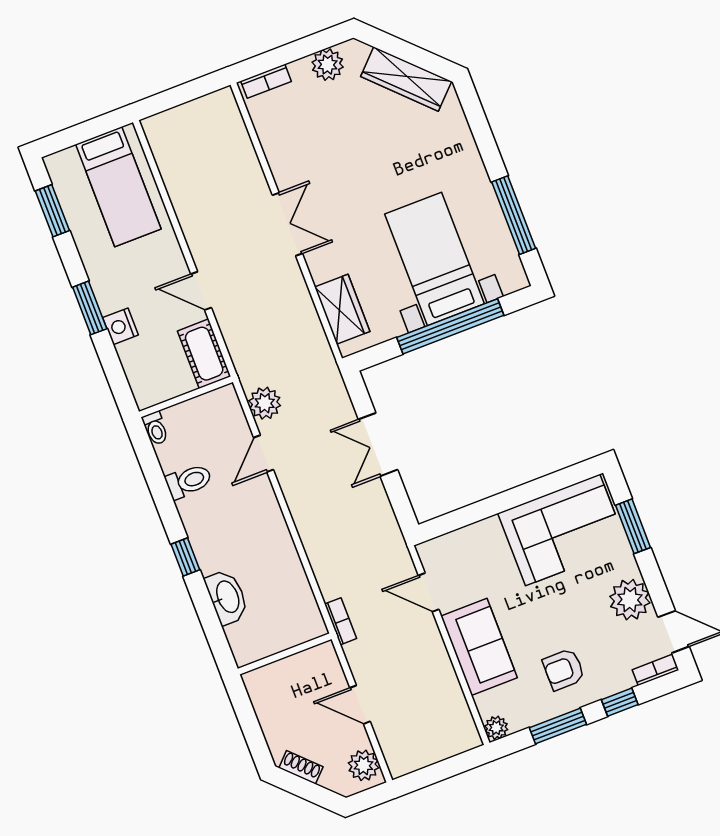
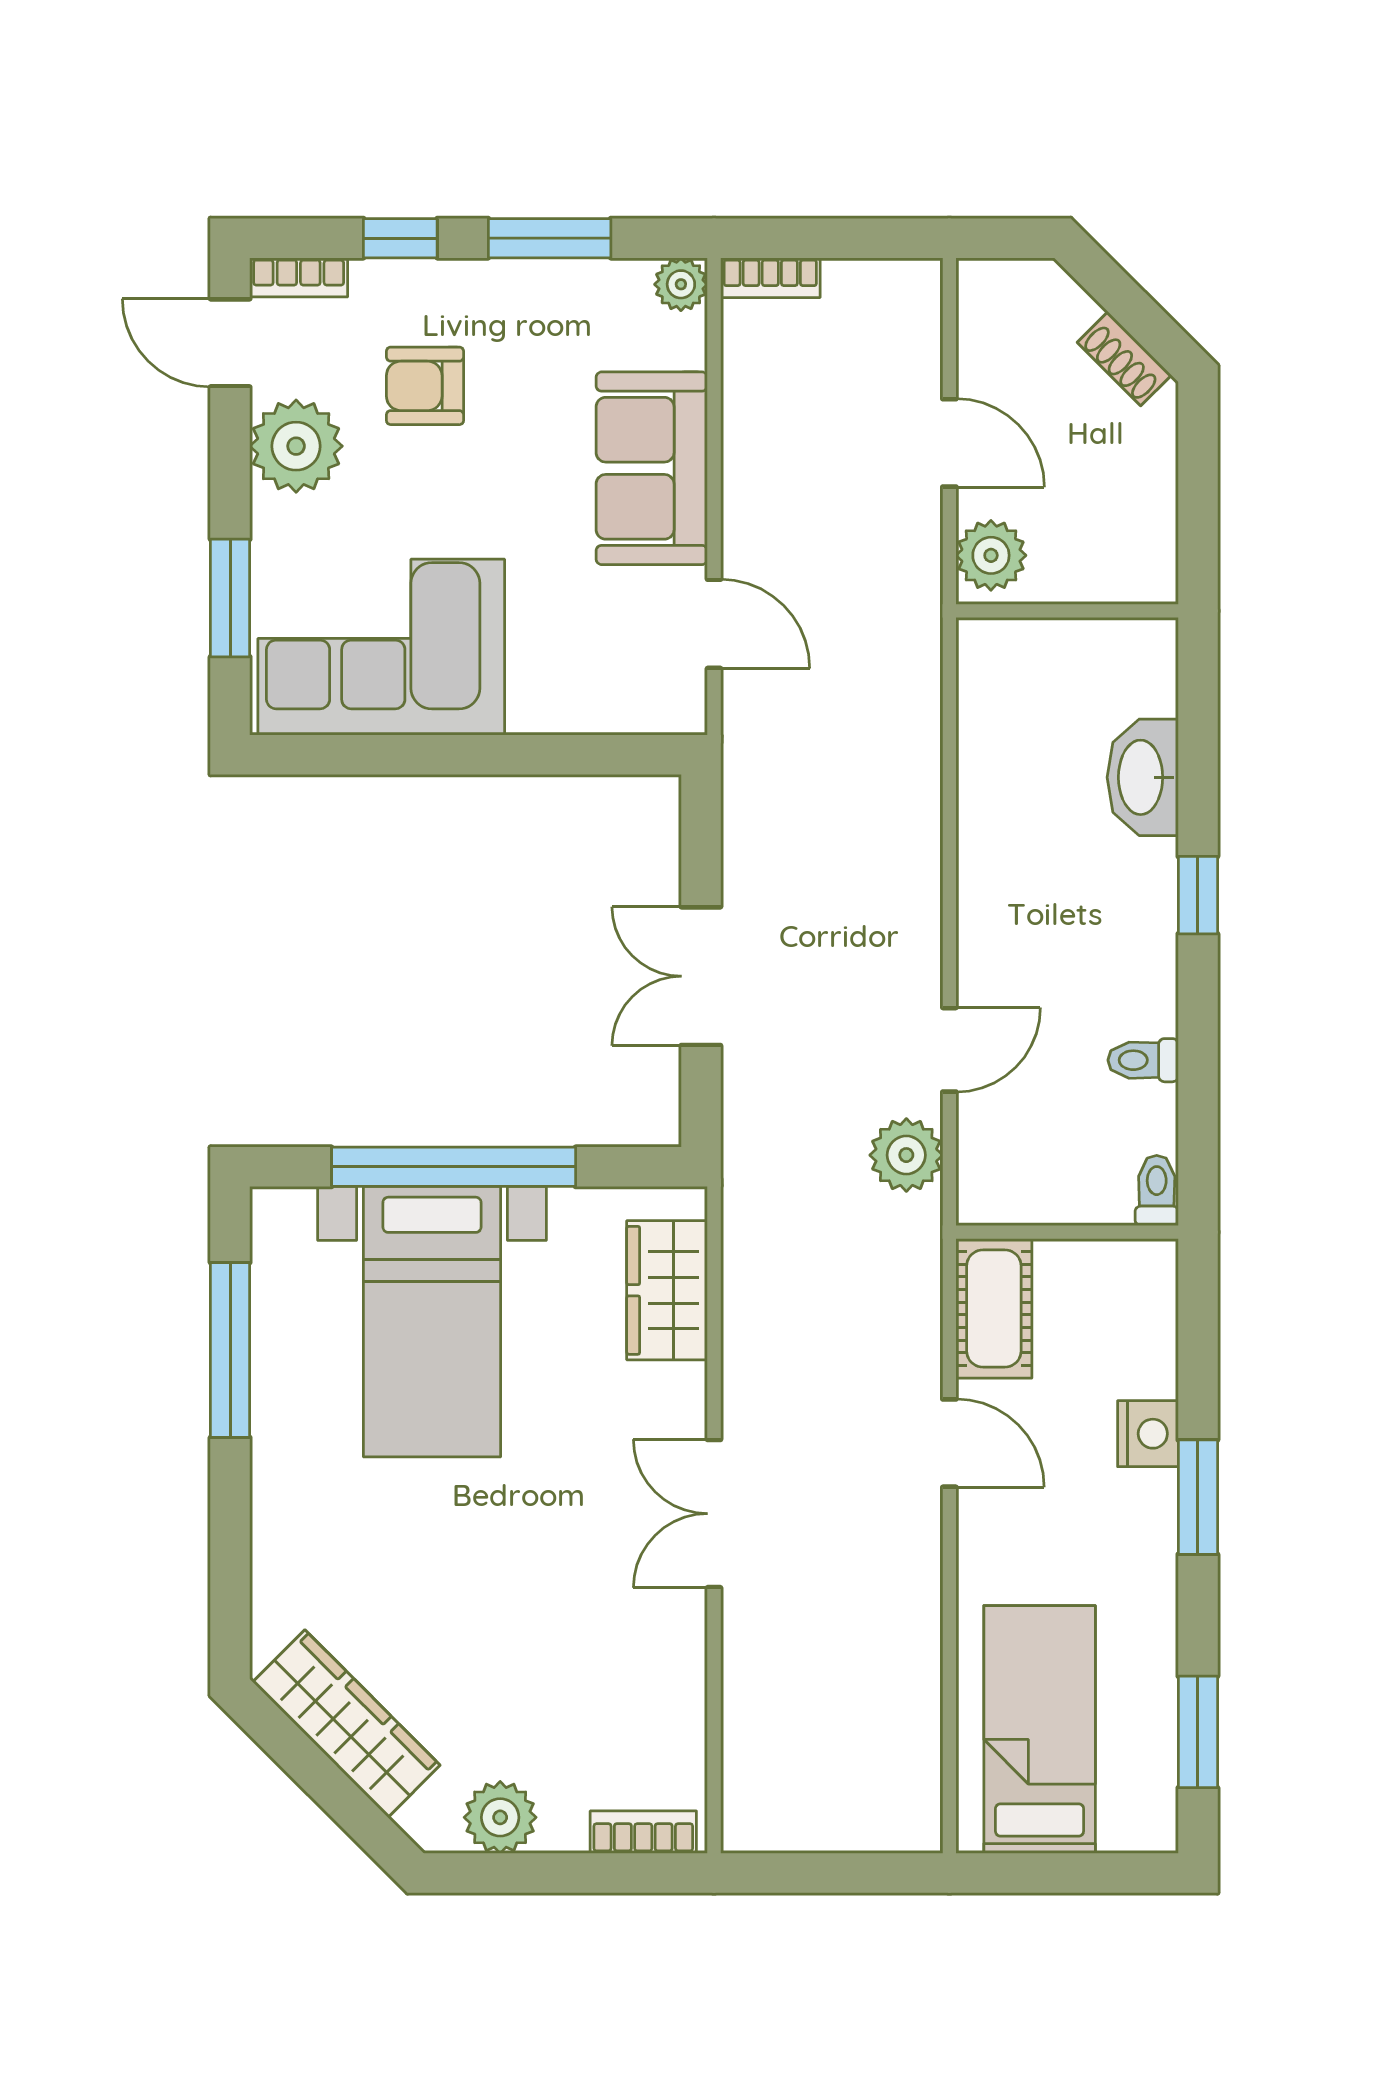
double door: (378, 445) -> (701, 976), swing flipped
toilet: (189, 481) -> (1143, 1060), width x0.73, depth x0.72
bookcase: (341, 621) -> (770, 278), moved, turned -90
armchair: (564, 669) -> (425, 386), moved, turned 180
plant: (364, 765) -> (991, 555), moved

